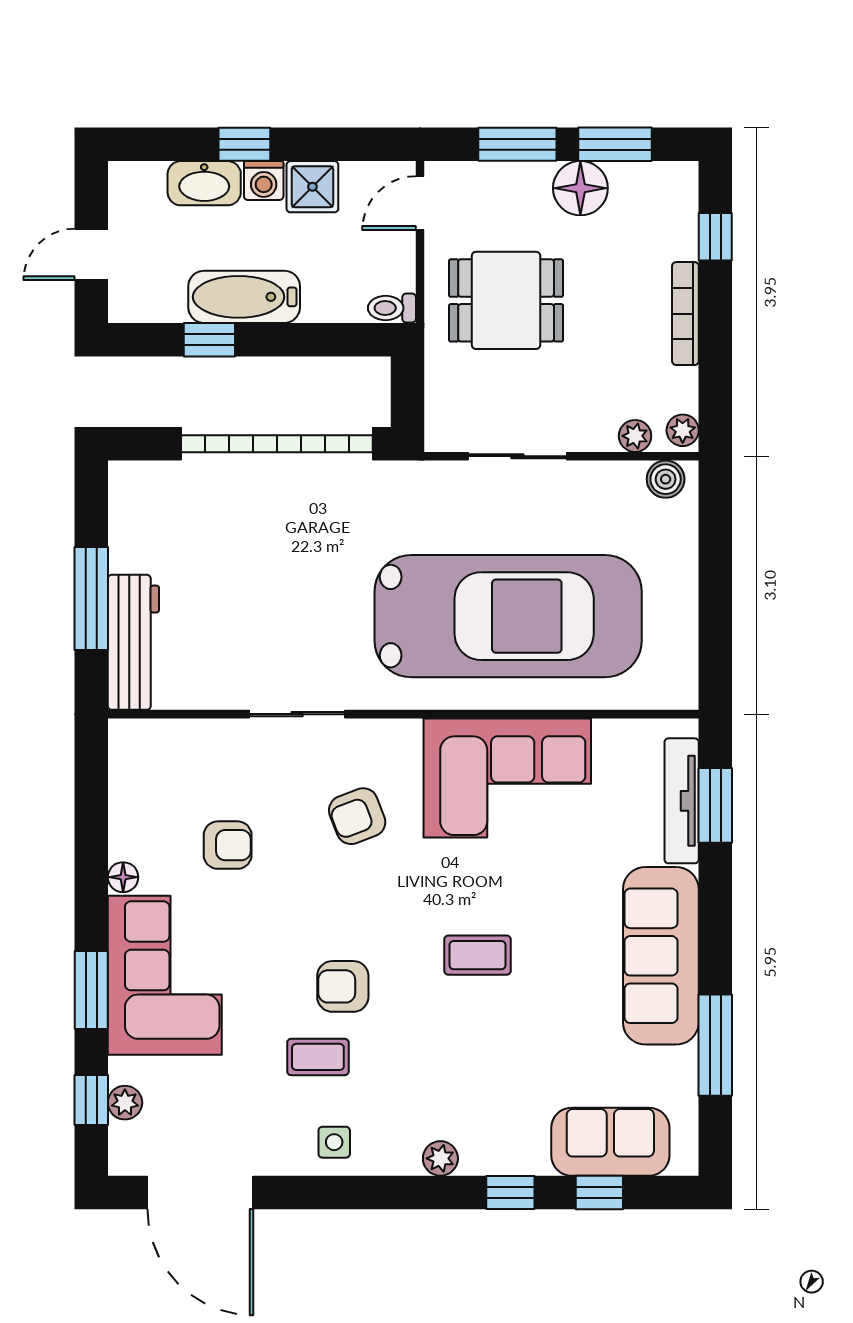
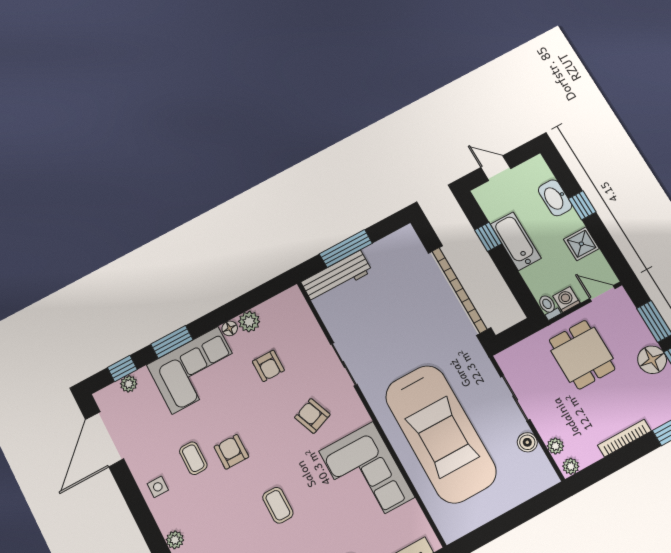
washing machine: (264, 181) -> (566, 299), moved, turned 90
boiler: (666, 479) -> (527, 442), moved
plant: (130, 837) -> (249, 322), added

